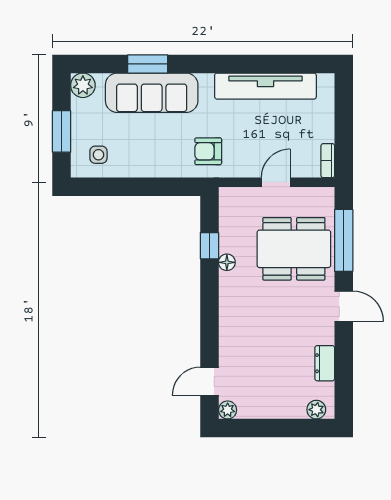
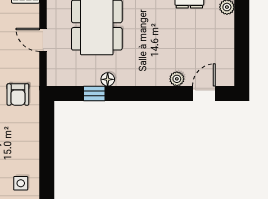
door: (209, 381) -> (204, 93), swing flipped
plant: (228, 410) -> (177, 79), moved

